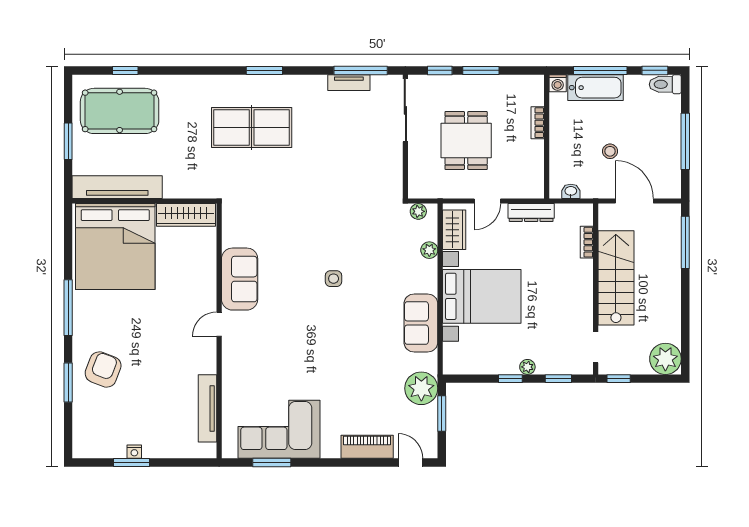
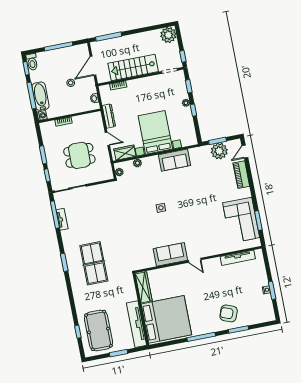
plant: (421, 388) -> (219, 151), moved

